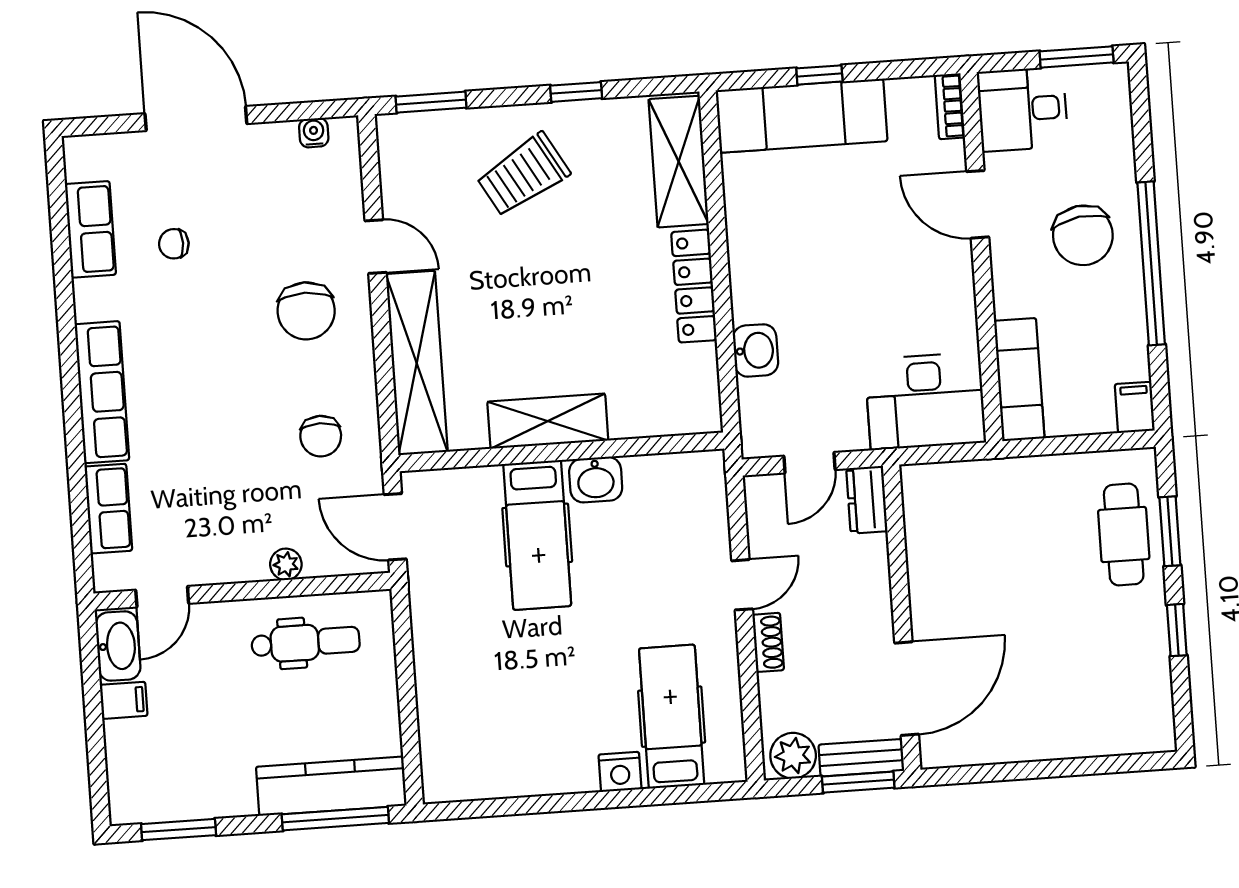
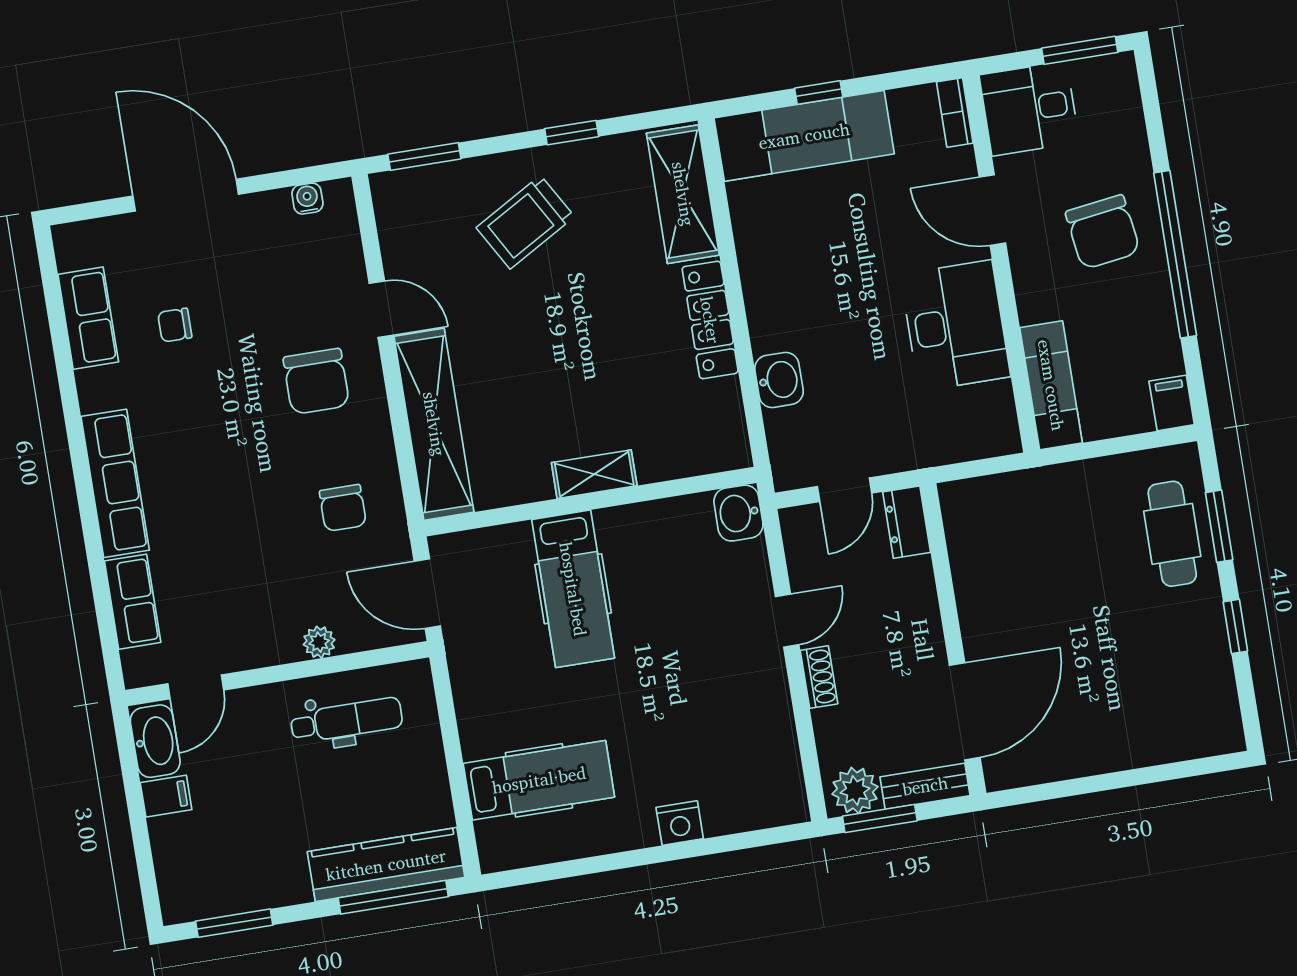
desk: (925, 401) -> (955, 325), moved, turned -90
shelving: (548, 421) -> (594, 474), width x0.67, depth x0.75
washbasin: (596, 480) -> (738, 513), moved, turned 90
hospital bed: (672, 717) -> (539, 780), moved, turned 90
window: (858, 782) -> (880, 819), moved

